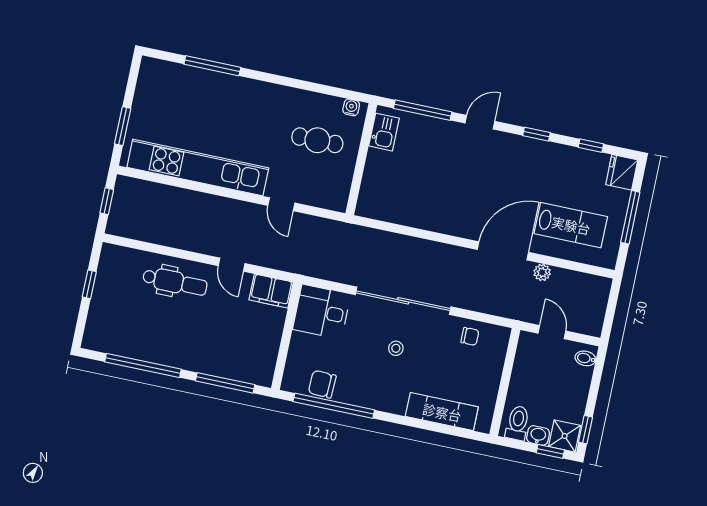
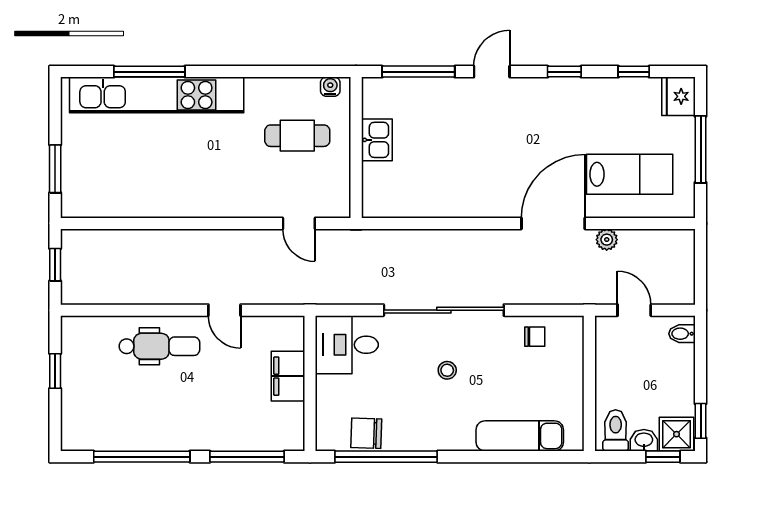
kitchen sink: (384, 132) -> (377, 140), moved
kitchen unit: (198, 168) -> (157, 95), moved, turned 180
door: (281, 204) -> (299, 223), moved
filing cabinet: (271, 291) -> (288, 376), moved, turned 90

